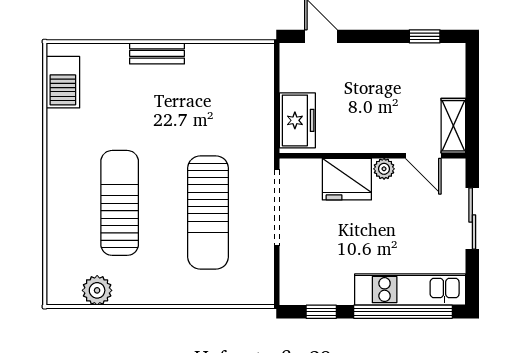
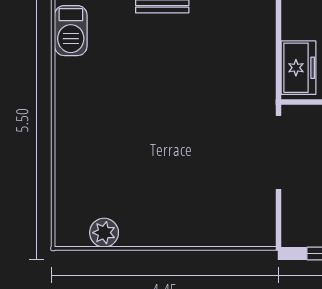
sun lounger: (120, 203) -> (126, 148), removed
sun lounger: (208, 213) -> (212, 157), removed

